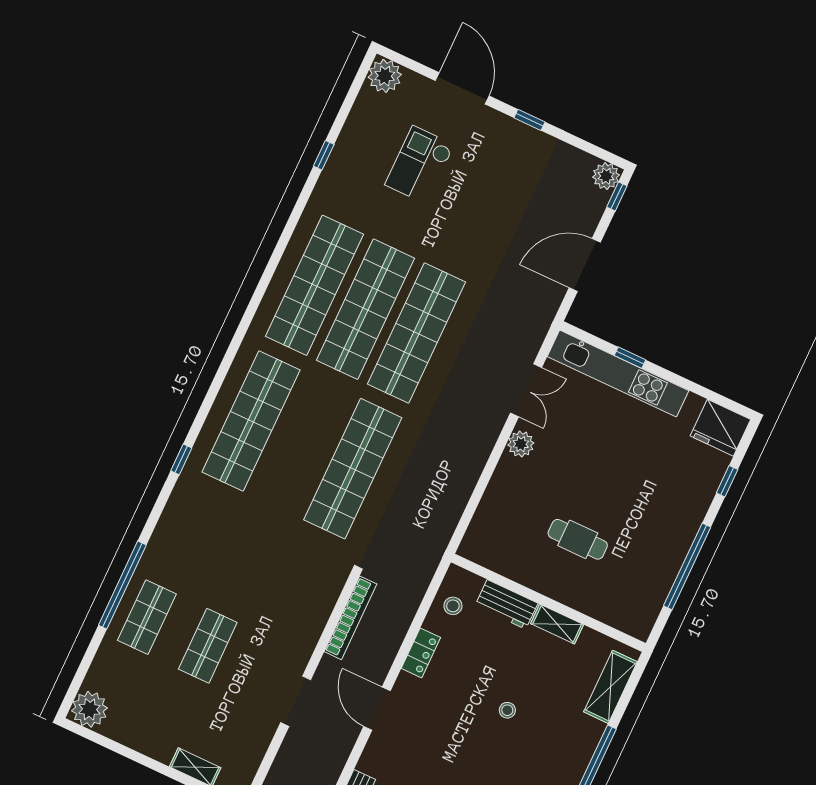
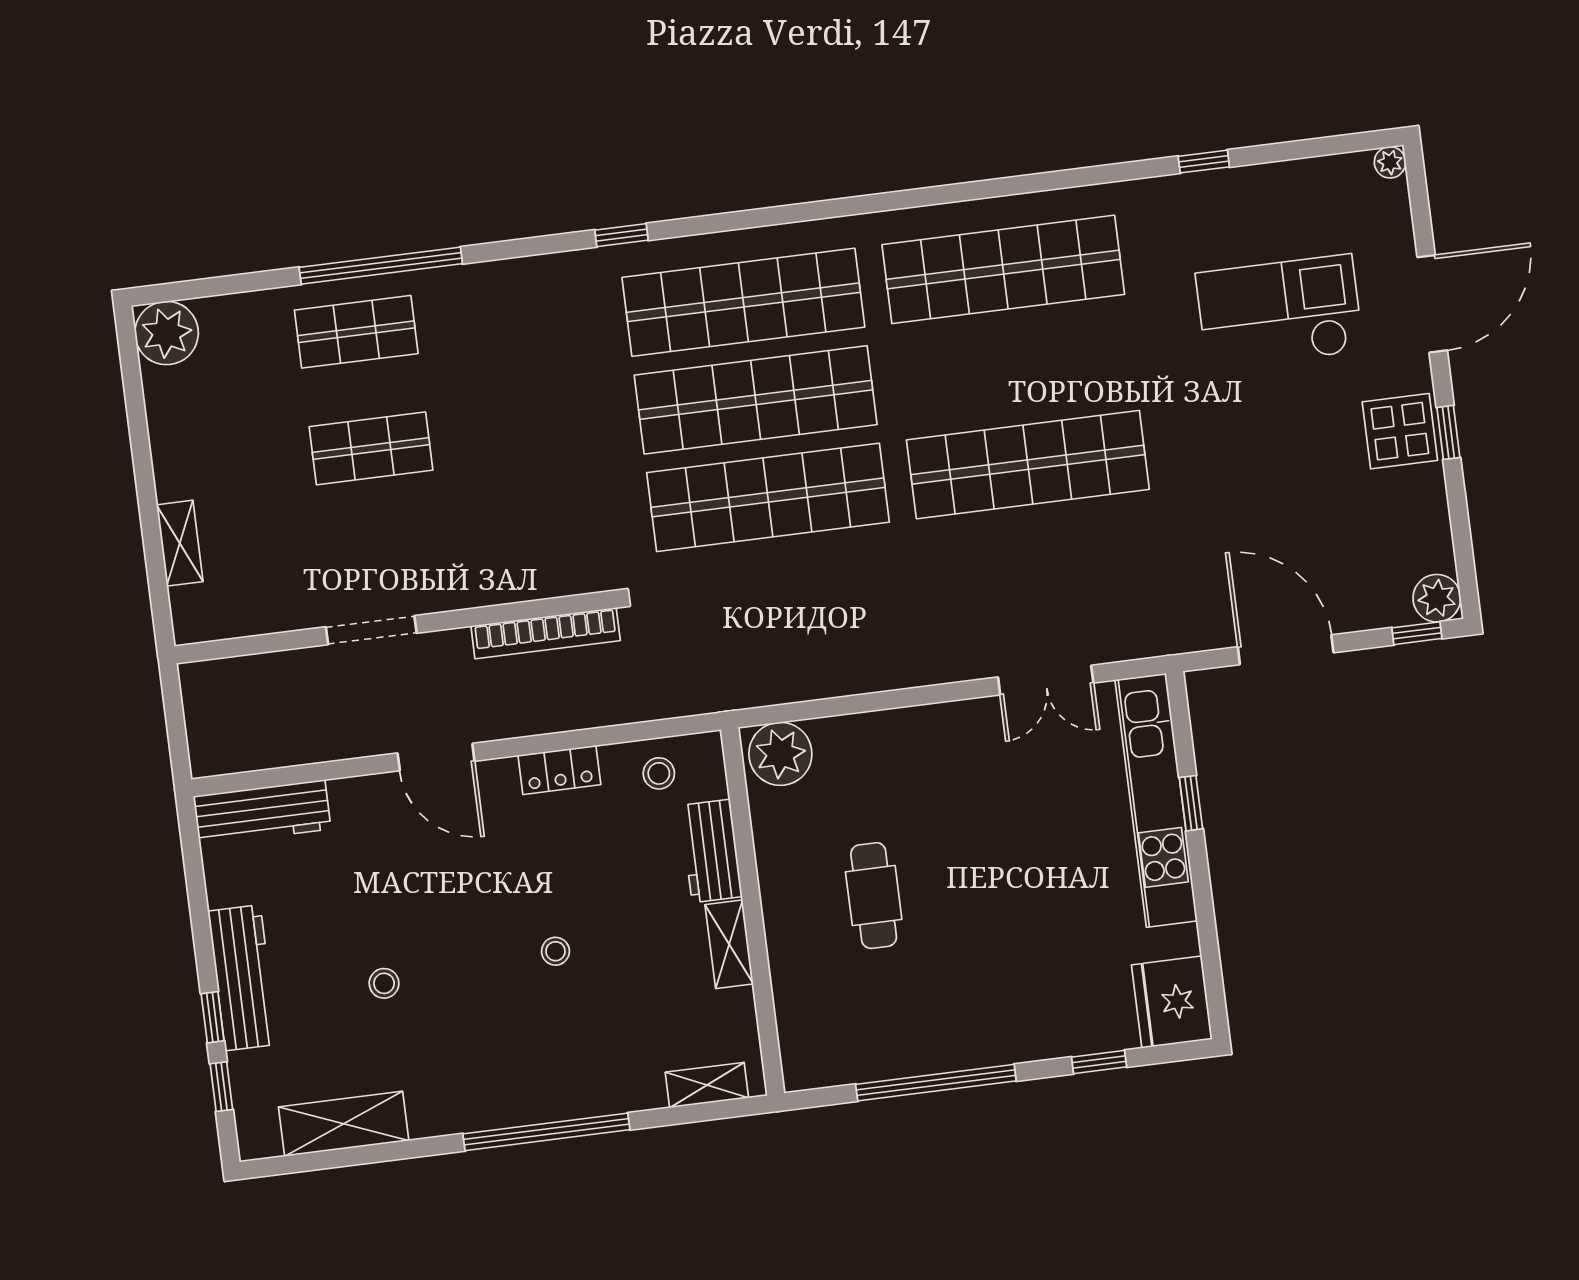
plant: (385, 76) -> (1390, 162), width x0.53, depth x0.53
display table: (514, 143) -> (1400, 431), added
checkout: (420, 165) -> (1279, 312), width x1.36, depth x1.21
shop shelf: (365, 309) -> (756, 400), moved
plant: (521, 444) -> (780, 754), moved, width x1.36, depth x1.36
shelving: (610, 687) -> (707, 1085), width x0.67, depth x0.75
door: (377, 709) -> (436, 757), swing flipped

